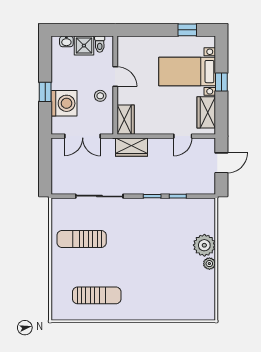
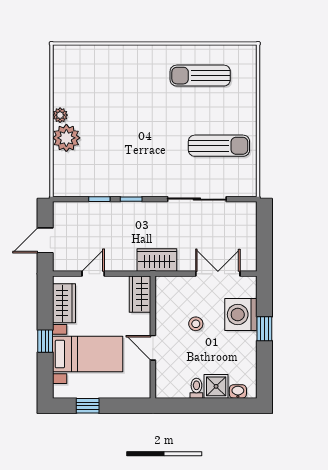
door: (115, 77) -> (153, 348), moved
wall: (115, 85) -> (153, 337), moved
wardrobe: (126, 120) -> (140, 294), moved

